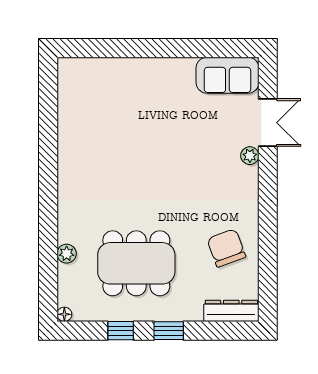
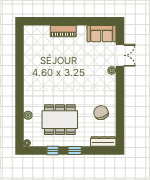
piano: (144, 70) -> (63, 31), added

